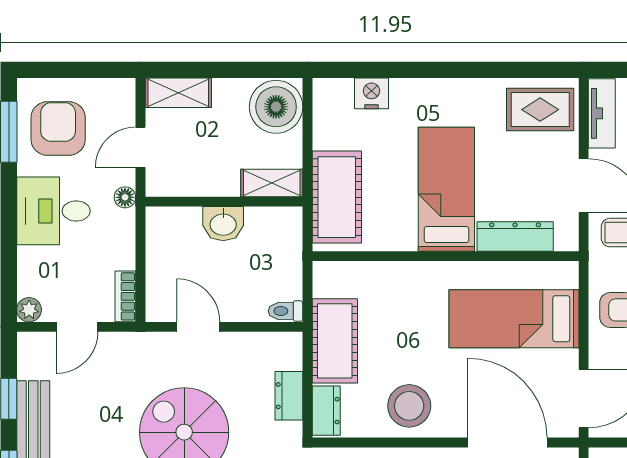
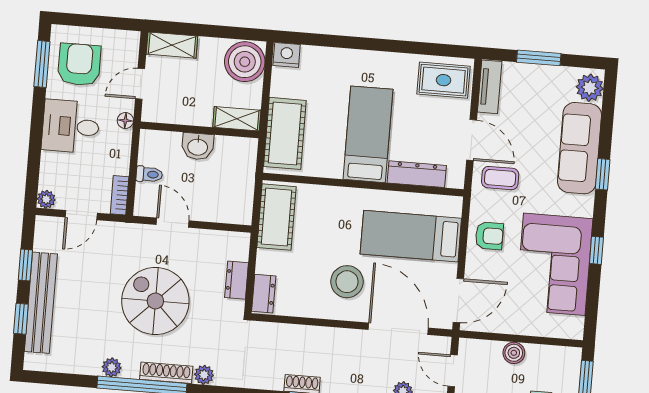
nightstand: (371, 93) -> (287, 55), moved
toilet: (286, 311) -> (149, 174), moved, turned 180
cot: (335, 341) -> (277, 217), moved
stool: (409, 406) -> (347, 282), moved

